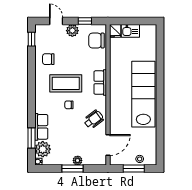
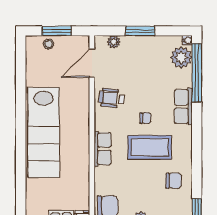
wheelchair: (94, 119) -> (112, 98), turned 44
row of seats: (41, 127) -> (183, 107), moved
window: (31, 138) -> (197, 73), width x2.11
plant: (78, 160) -> (114, 42), moved

